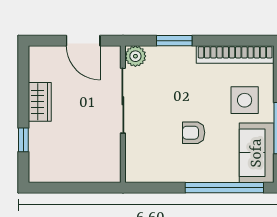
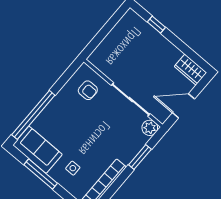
side table: (245, 100) -> (73, 168), width x0.54, depth x0.54
wardrobe: (40, 102) -> (190, 70), moved
armchair: (194, 133) -> (88, 90), moved, turned 90

